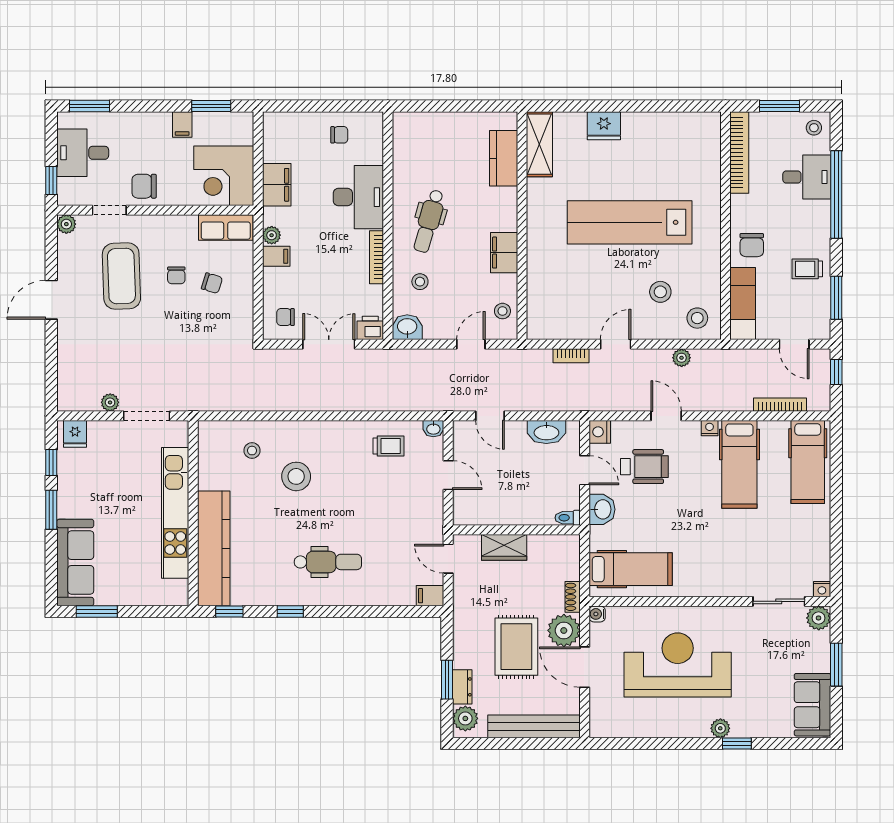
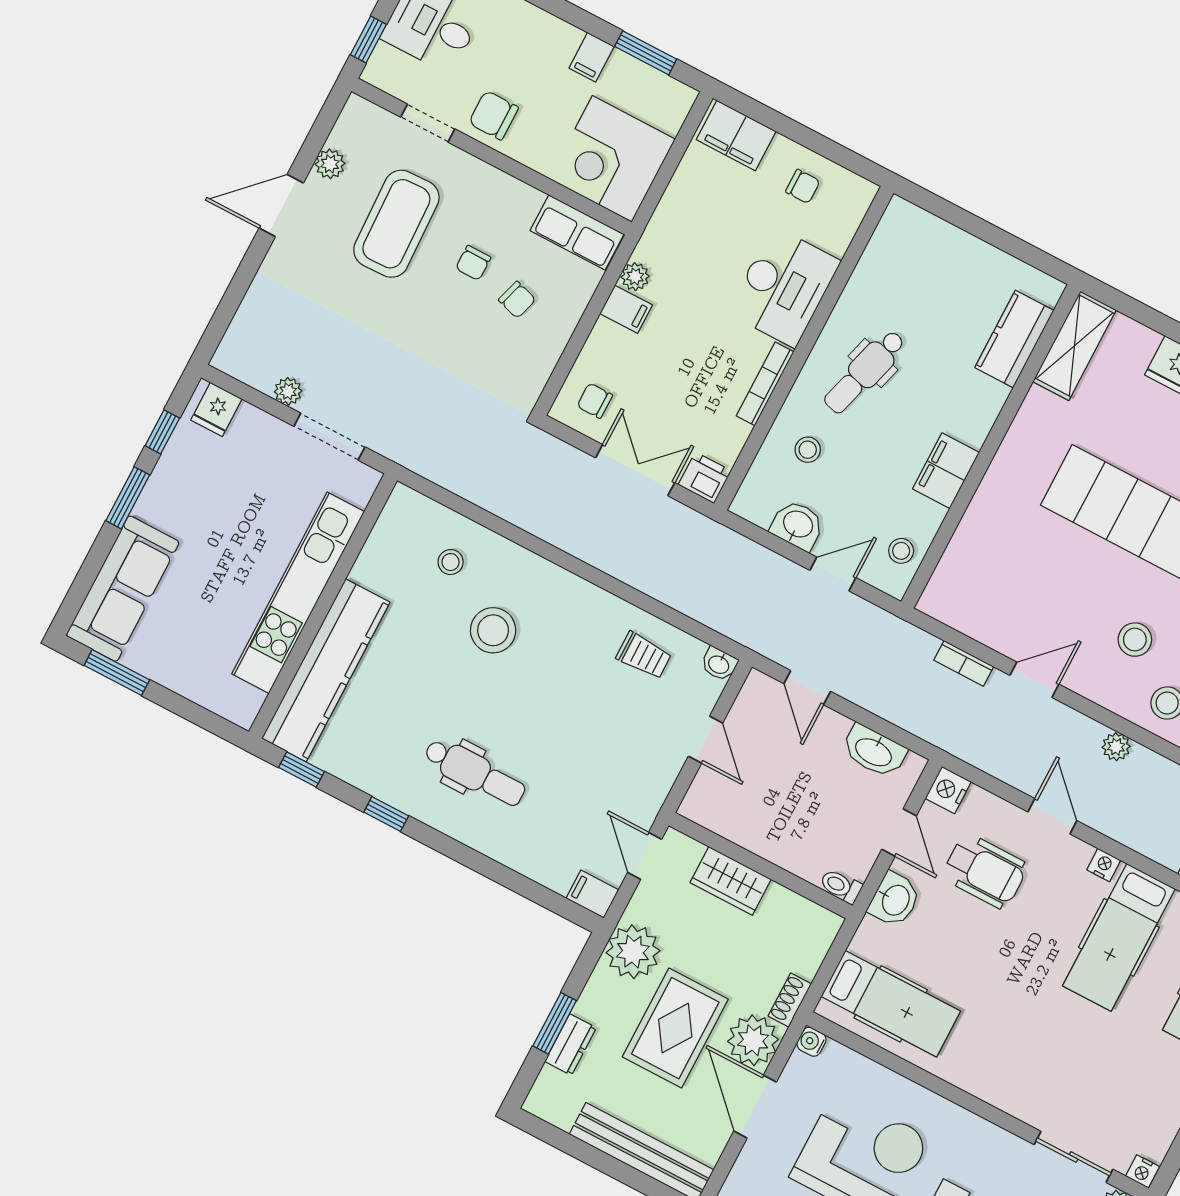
filing cabinet: (277, 185) -> (736, 135), moved, turned 90
plant: (66, 224) -> (330, 164), moved
washbasin: (407, 327) -> (798, 525), moved
plant: (465, 718) -> (633, 952), moved, width x1.36, depth x1.36

